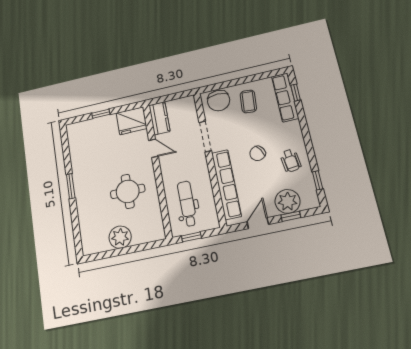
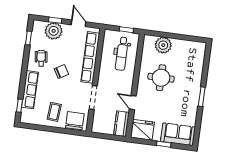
row of seats: (285, 97) -> (30, 90), moved
sofa: (87, 131) -> (178, 134), added
door: (258, 223) -> (78, 23), swing flipped
plant: (120, 237) -> (163, 45), moved

